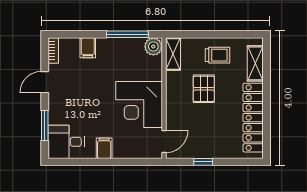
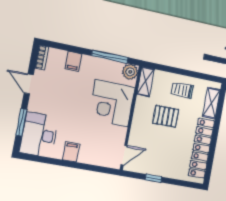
trolley: (218, 55) -> (182, 90), turned 180
door: (45, 82) -> (29, 84), hinge flipped
pallet: (204, 89) -> (166, 116), turned 90
corner desk: (139, 105) -> (112, 103), moved
desk: (66, 142) -> (39, 135), width x1.37

